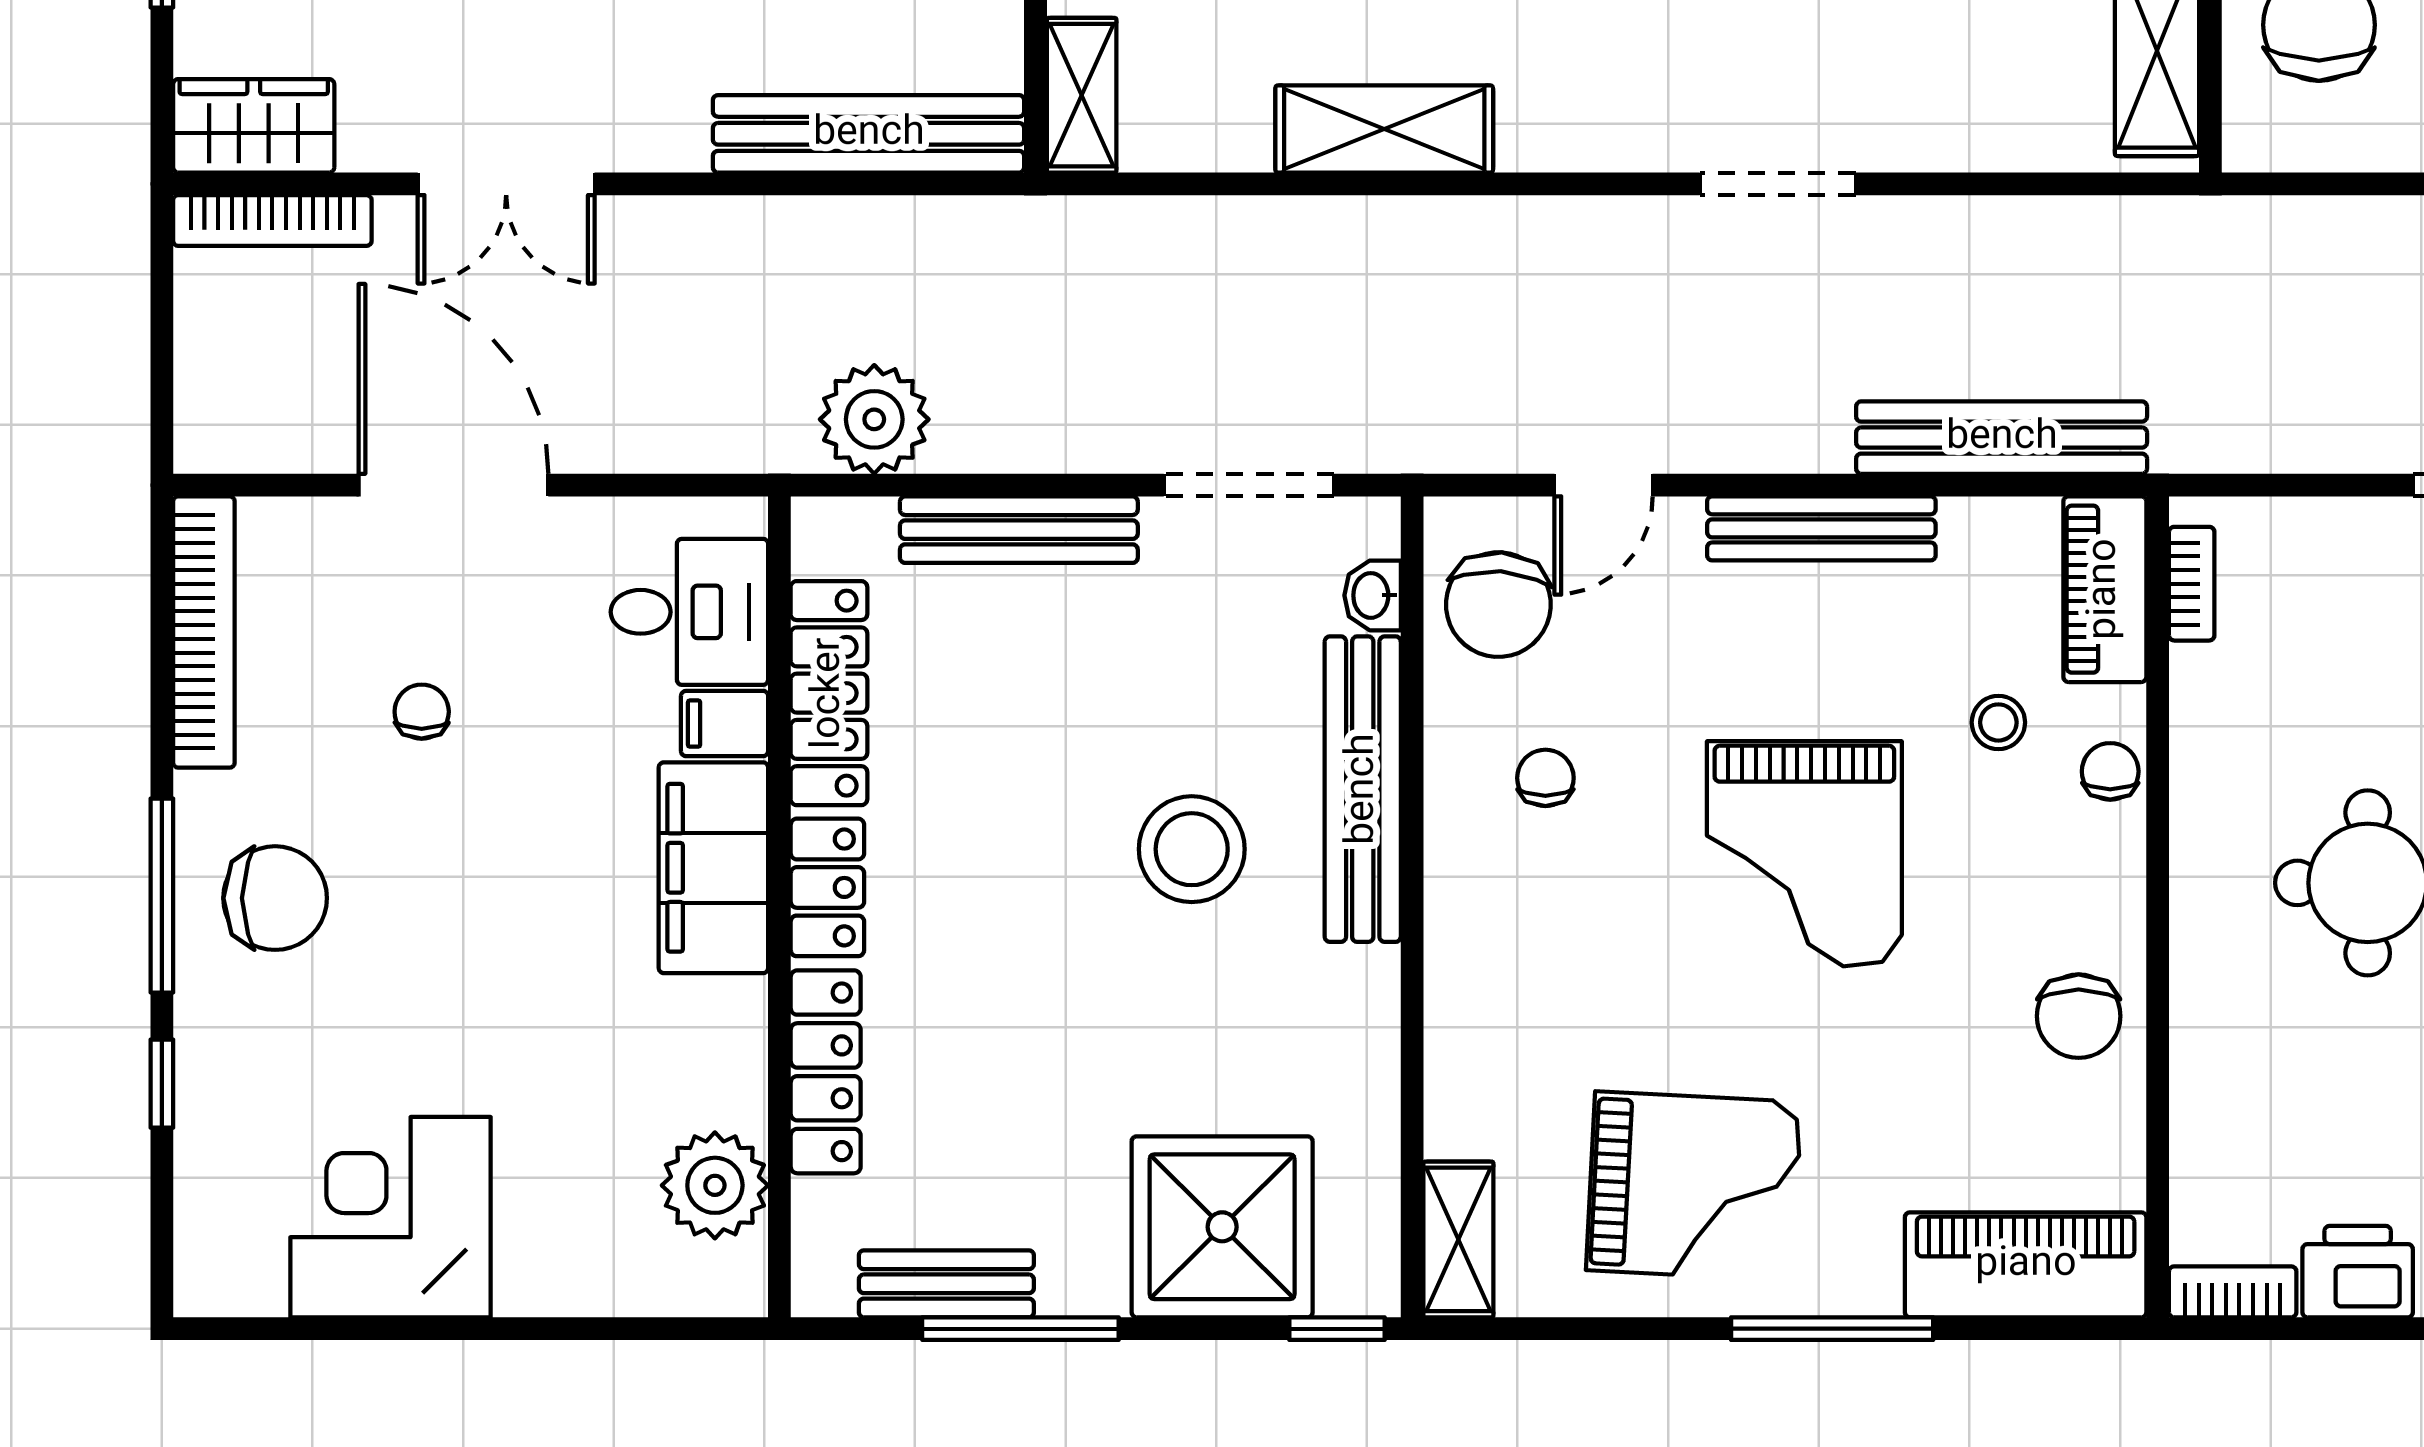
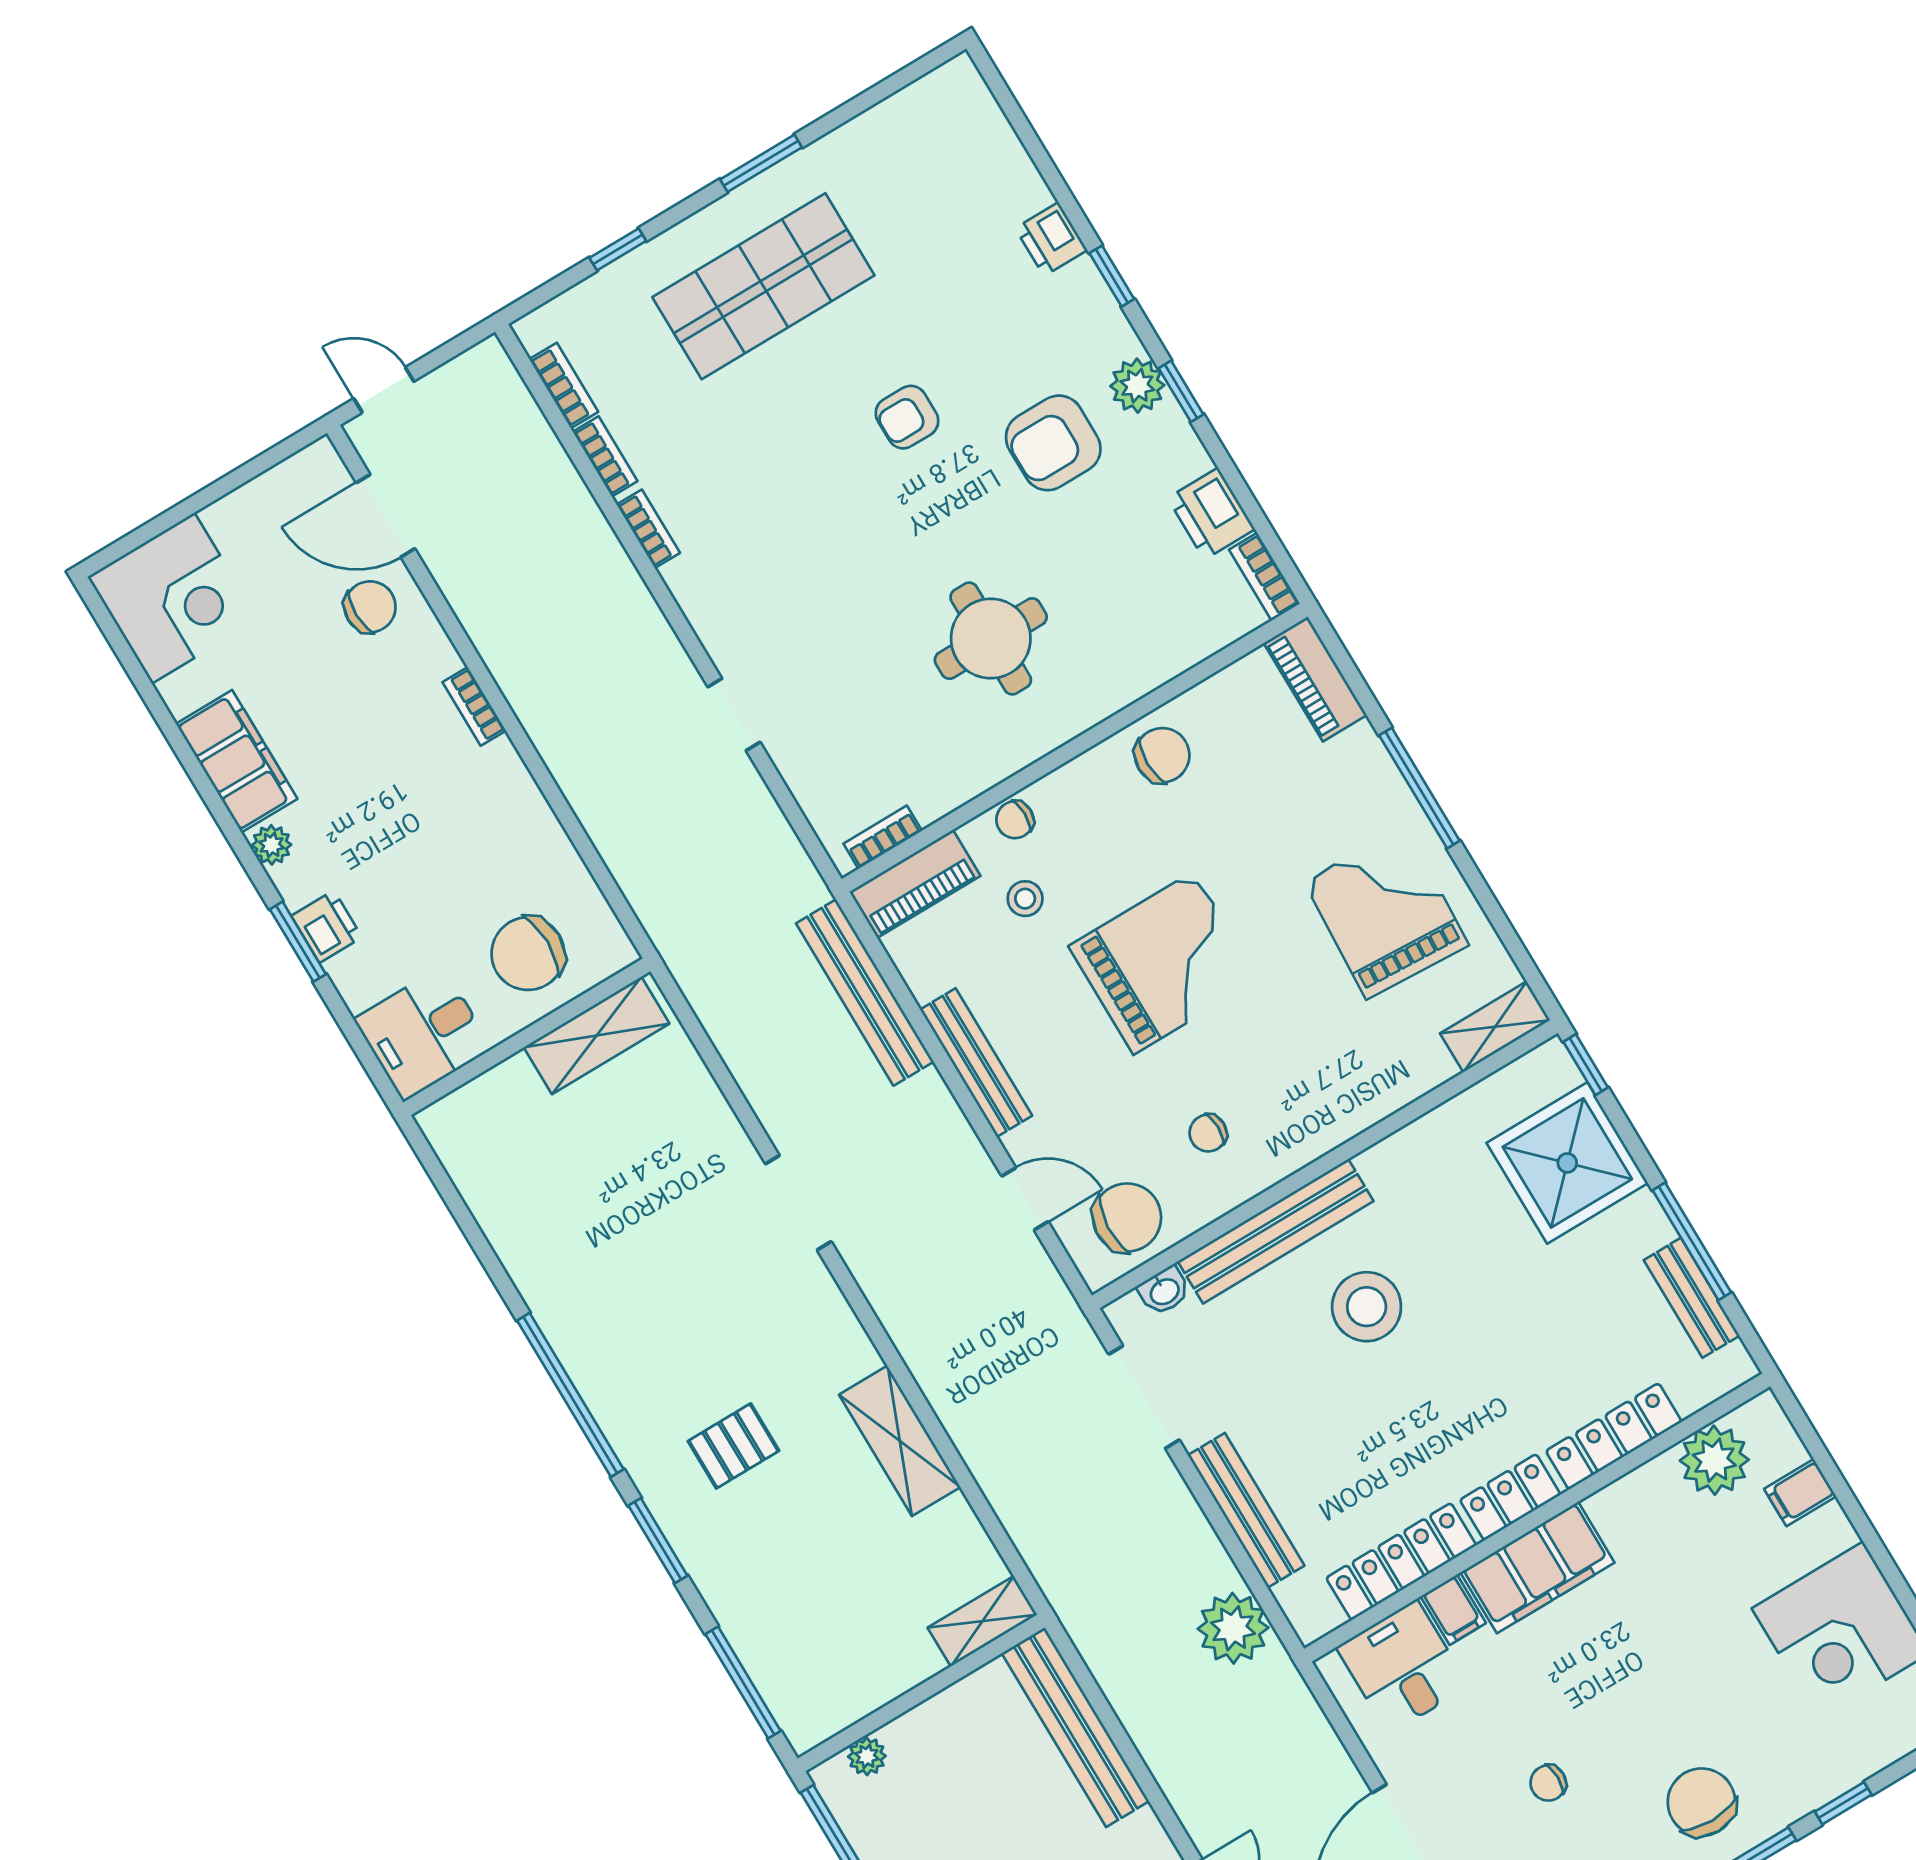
piano: (2026, 1265) -> (1315, 679), width x0.73, depth x0.75
filing cabinet: (604, 1273) -> (1800, 1493), added

